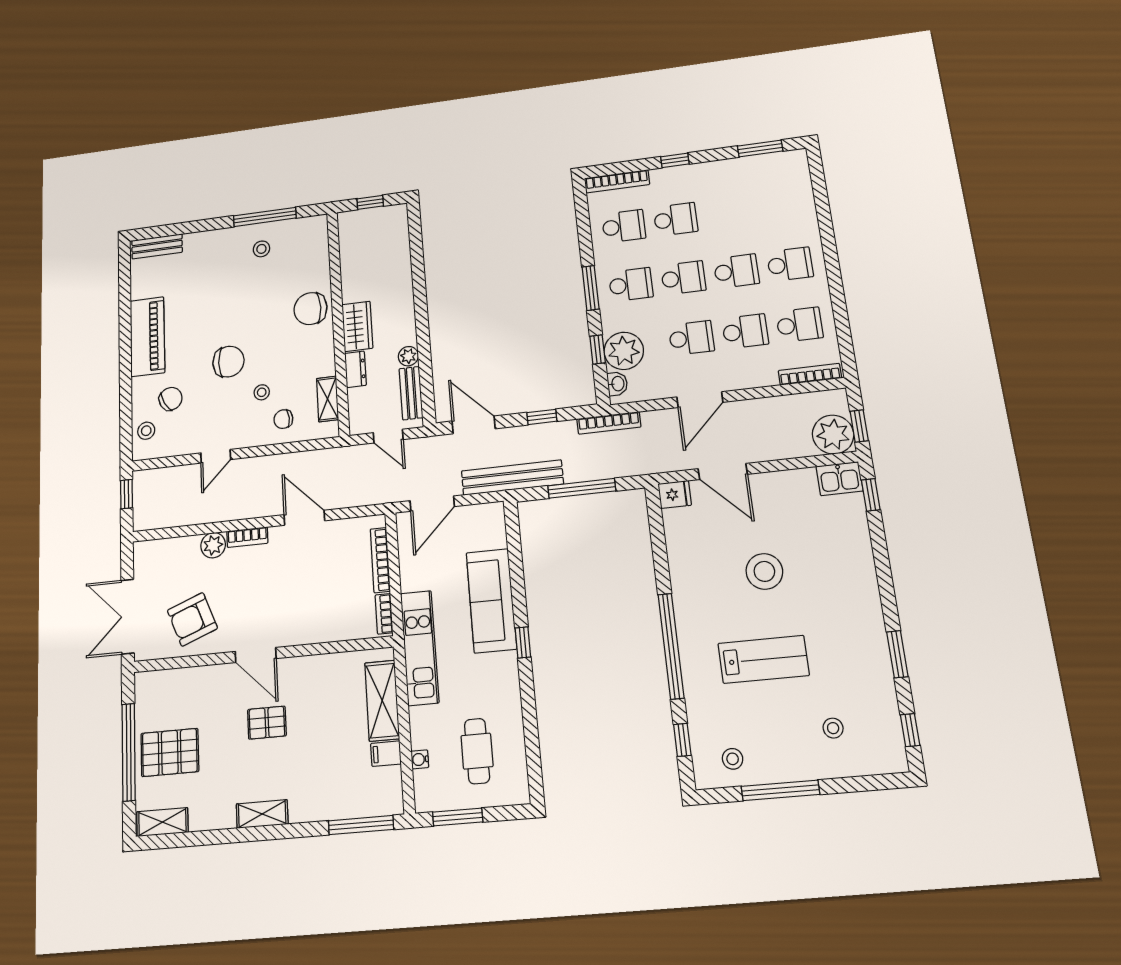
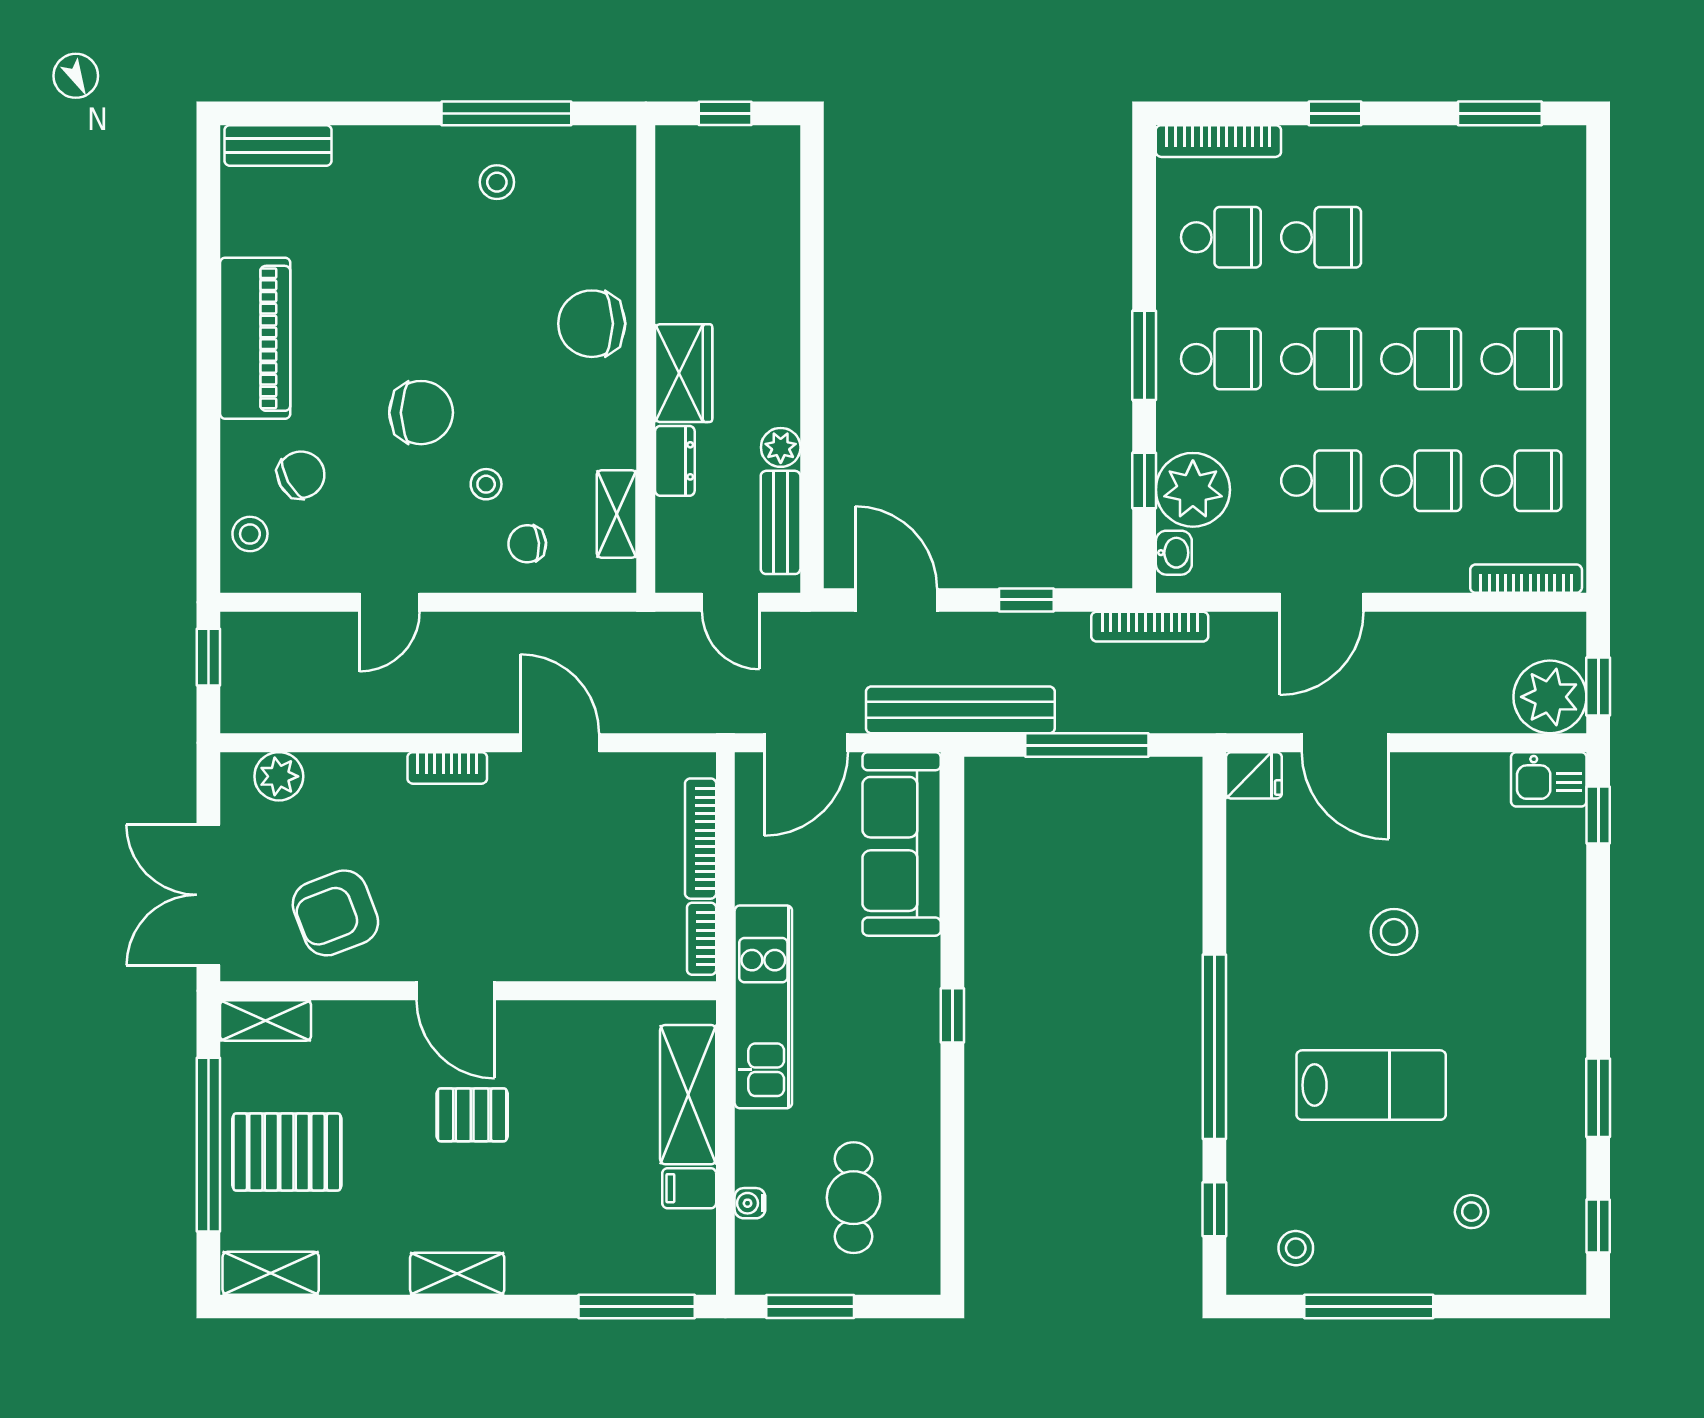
plant: (213, 545) -> (279, 776), moved
stool: (764, 571) -> (1394, 932), width x0.73, depth x0.73
sofa: (491, 601) -> (902, 844), moved
shelving: (157, 681) -> (266, 1021), added

